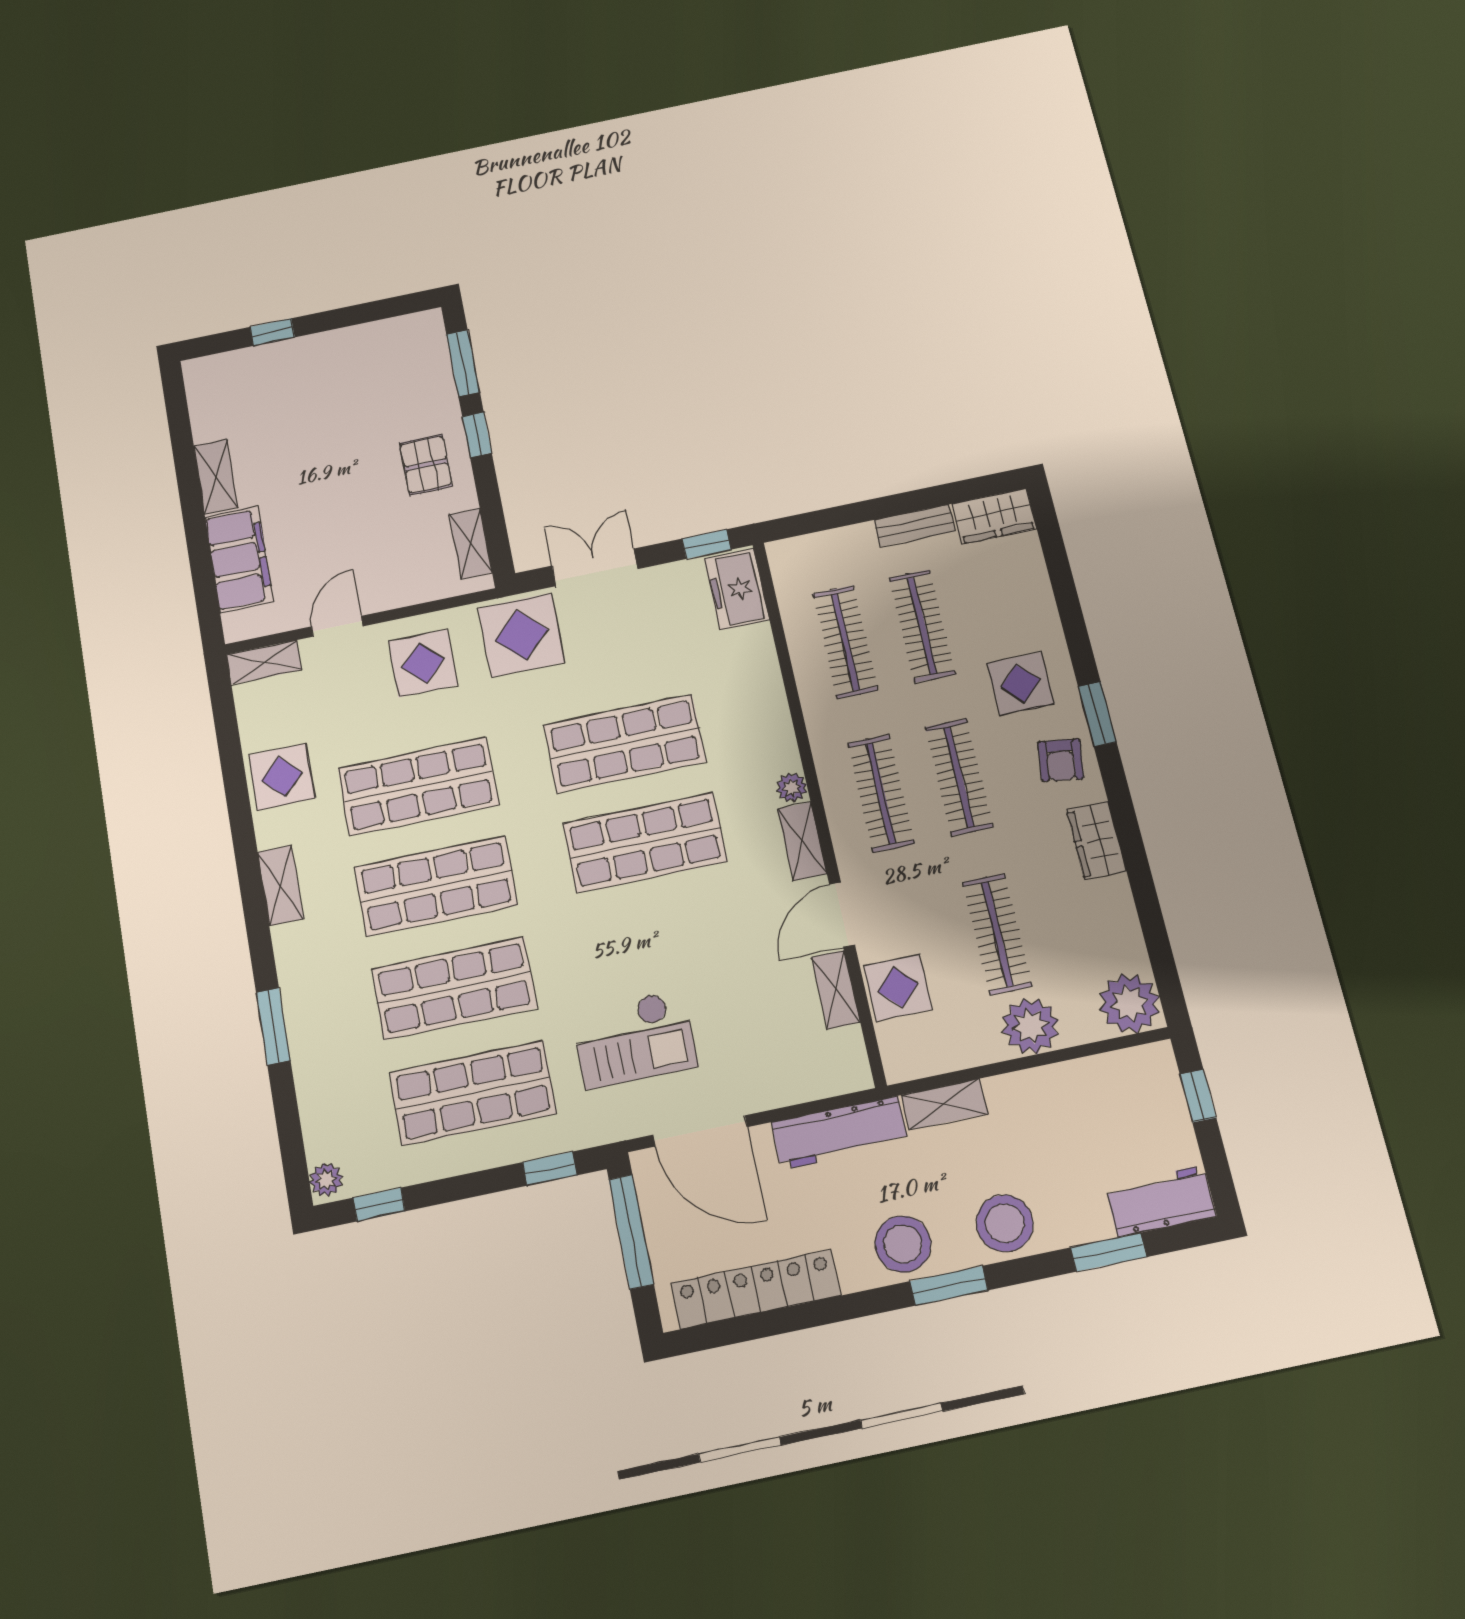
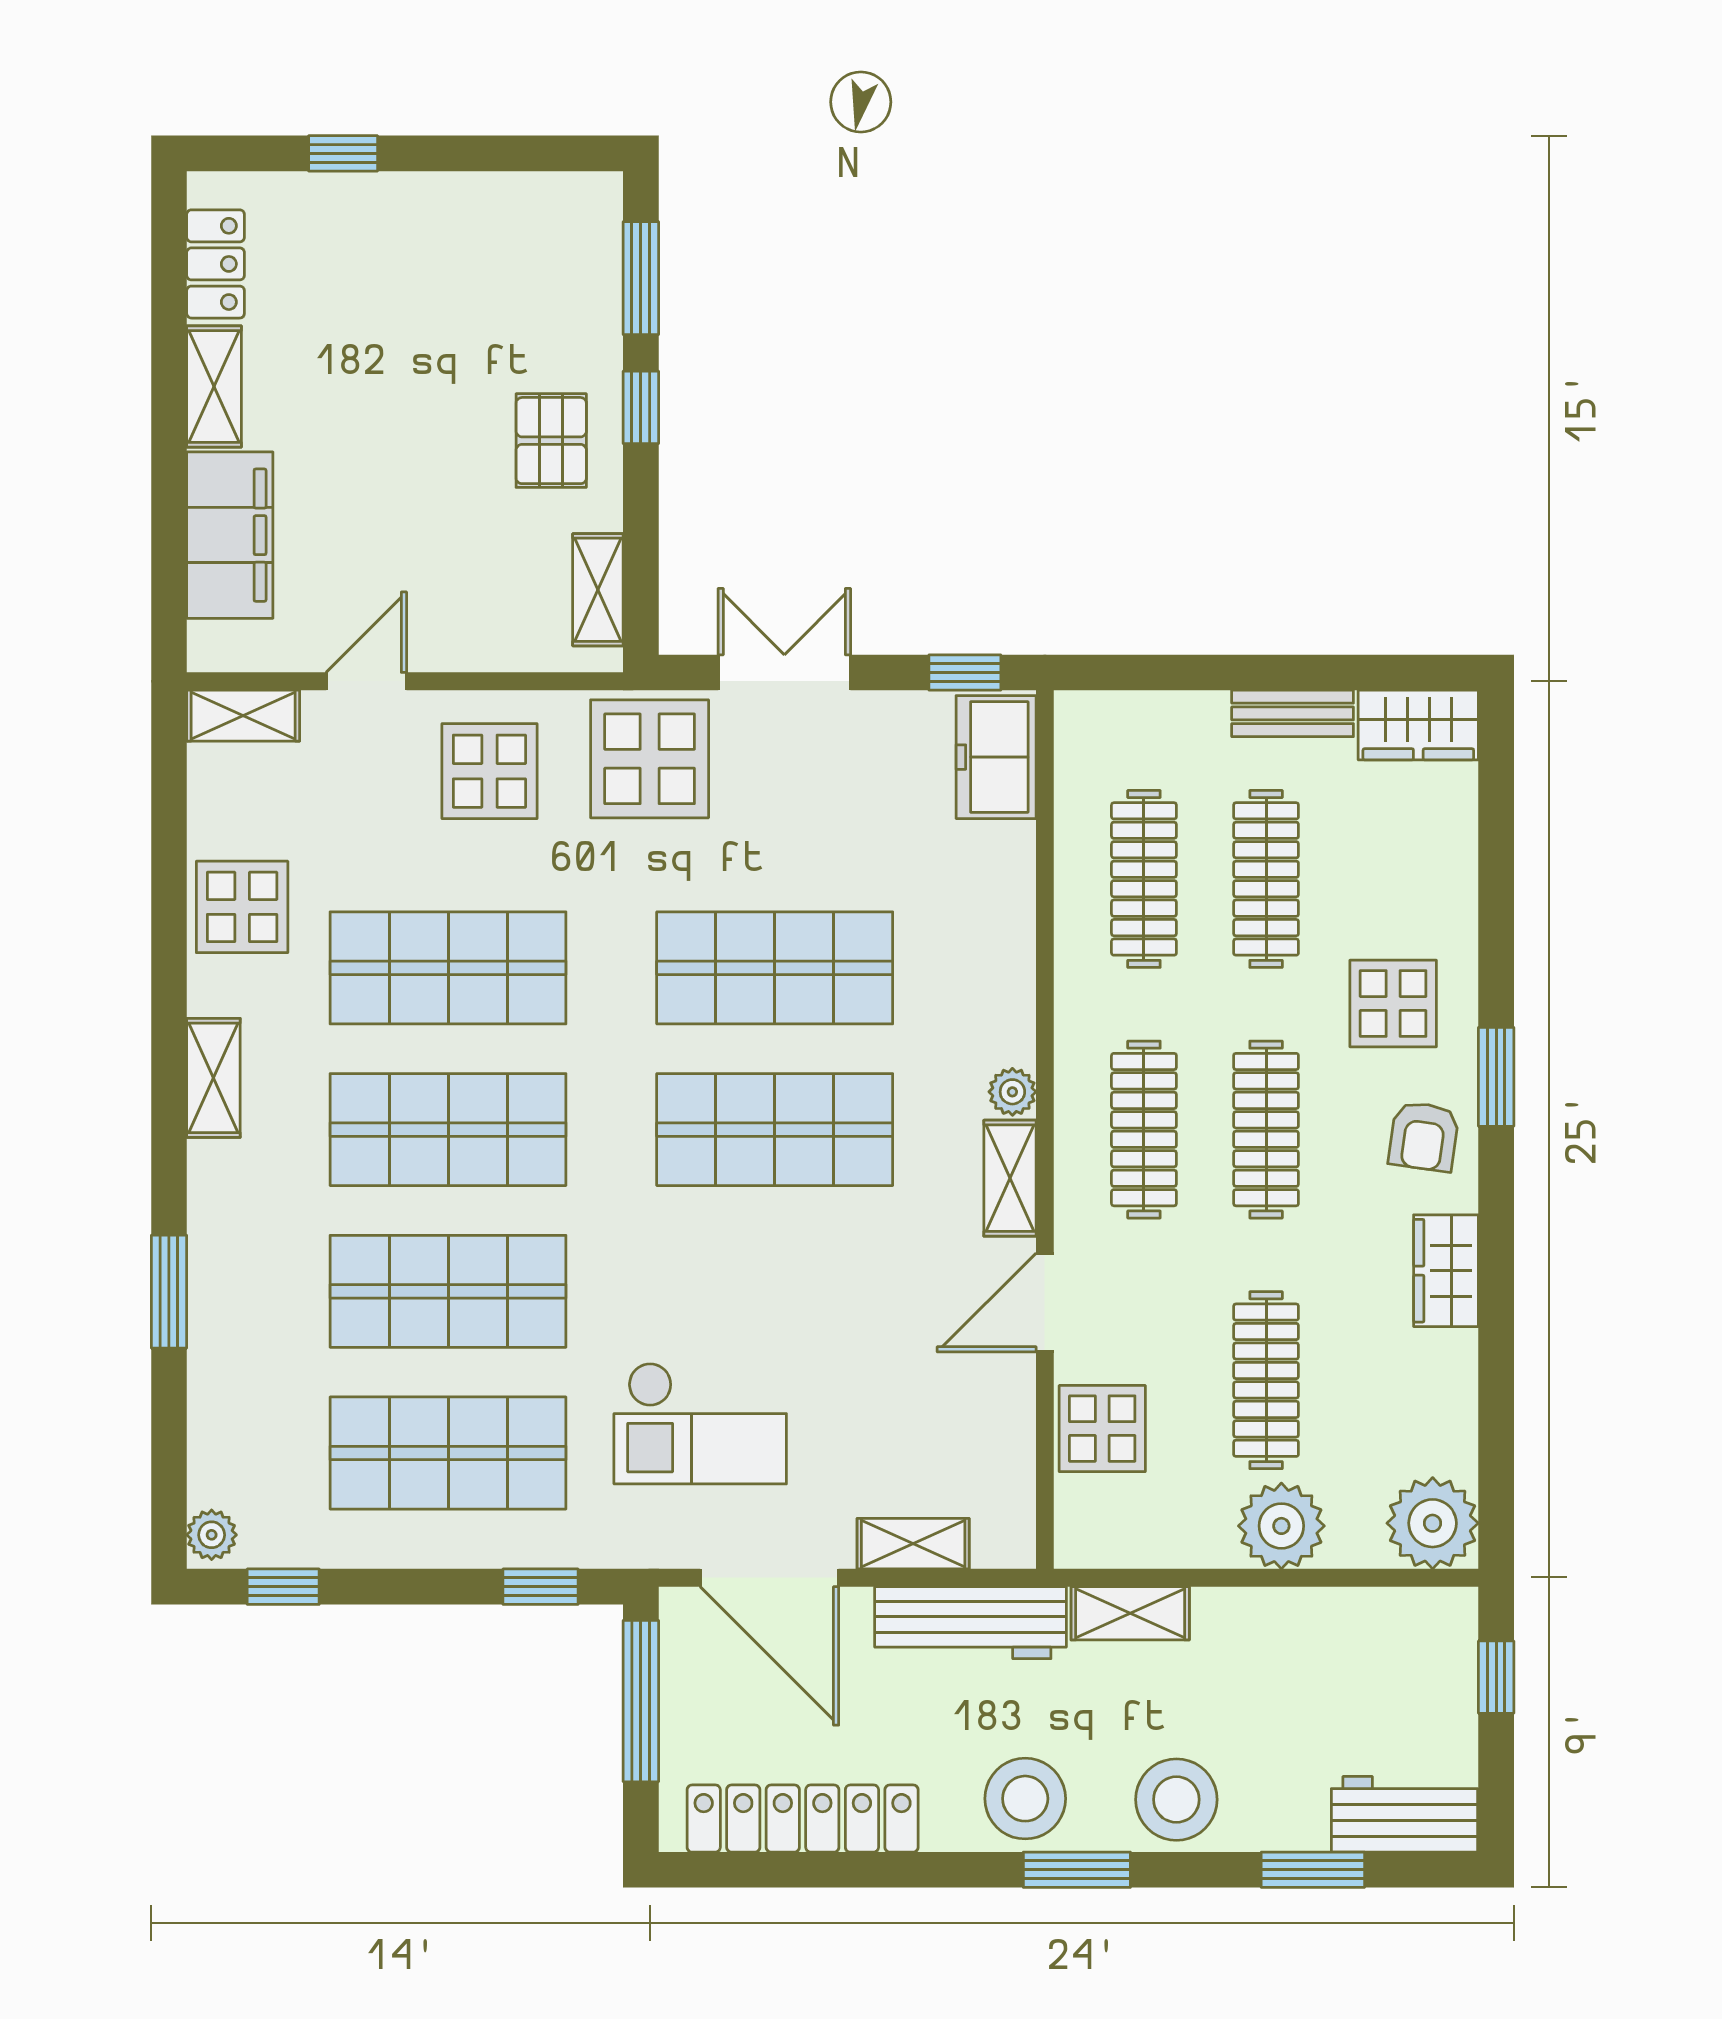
locker: (206, 408) -> (216, 264), added
shelving: (836, 989) -> (913, 1544), moved, turned 90

